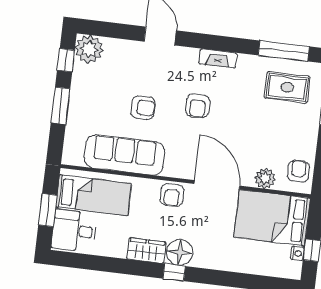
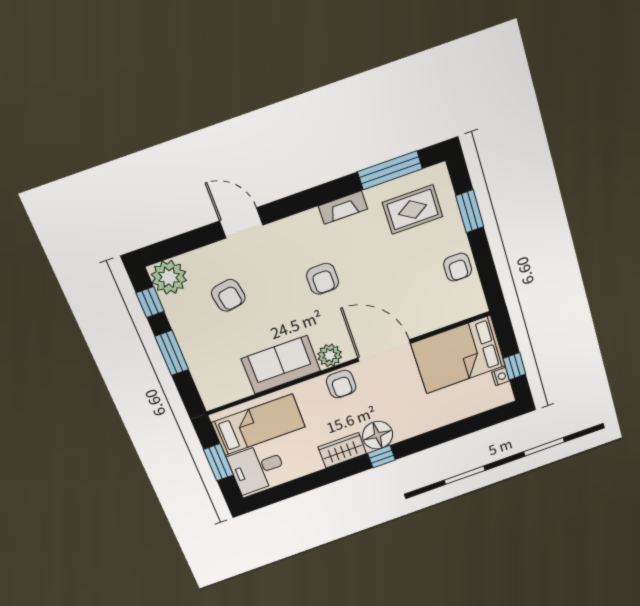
fireplace: (218, 58) -> (343, 207), moved
armchair: (143, 108) -> (228, 295), moved, turned 80
sofa: (124, 155) -> (281, 365), width x0.73
armchair: (299, 171) -> (458, 267), moved, turned 180
plant: (265, 178) -> (330, 355), moved

